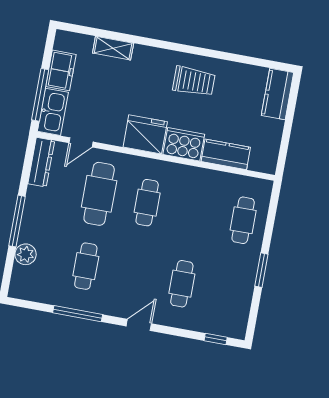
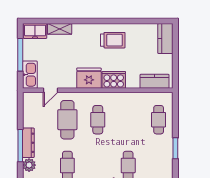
freezer: (61, 70) -> (35, 31), moved, turned 90
window: (40, 95) -> (20, 55), moved
kitchen counter: (226, 154) -> (155, 81), moved
dresser: (41, 162) -> (28, 143), moved

